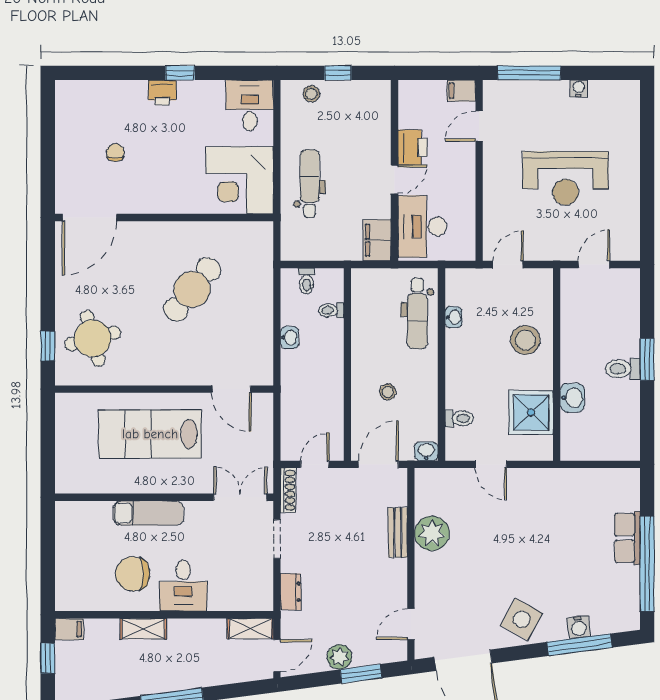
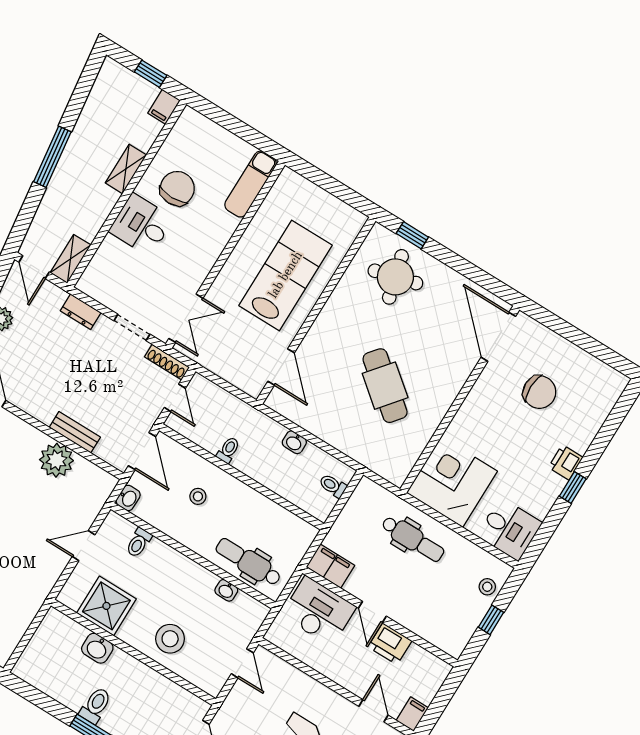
chair: (115, 153) -> (539, 392), width x1.87, depth x1.87
toilet: (331, 310) -> (228, 450), moved
door: (232, 389) -> (281, 367), swing flipped
exam couch: (148, 513) -> (251, 184), moved

